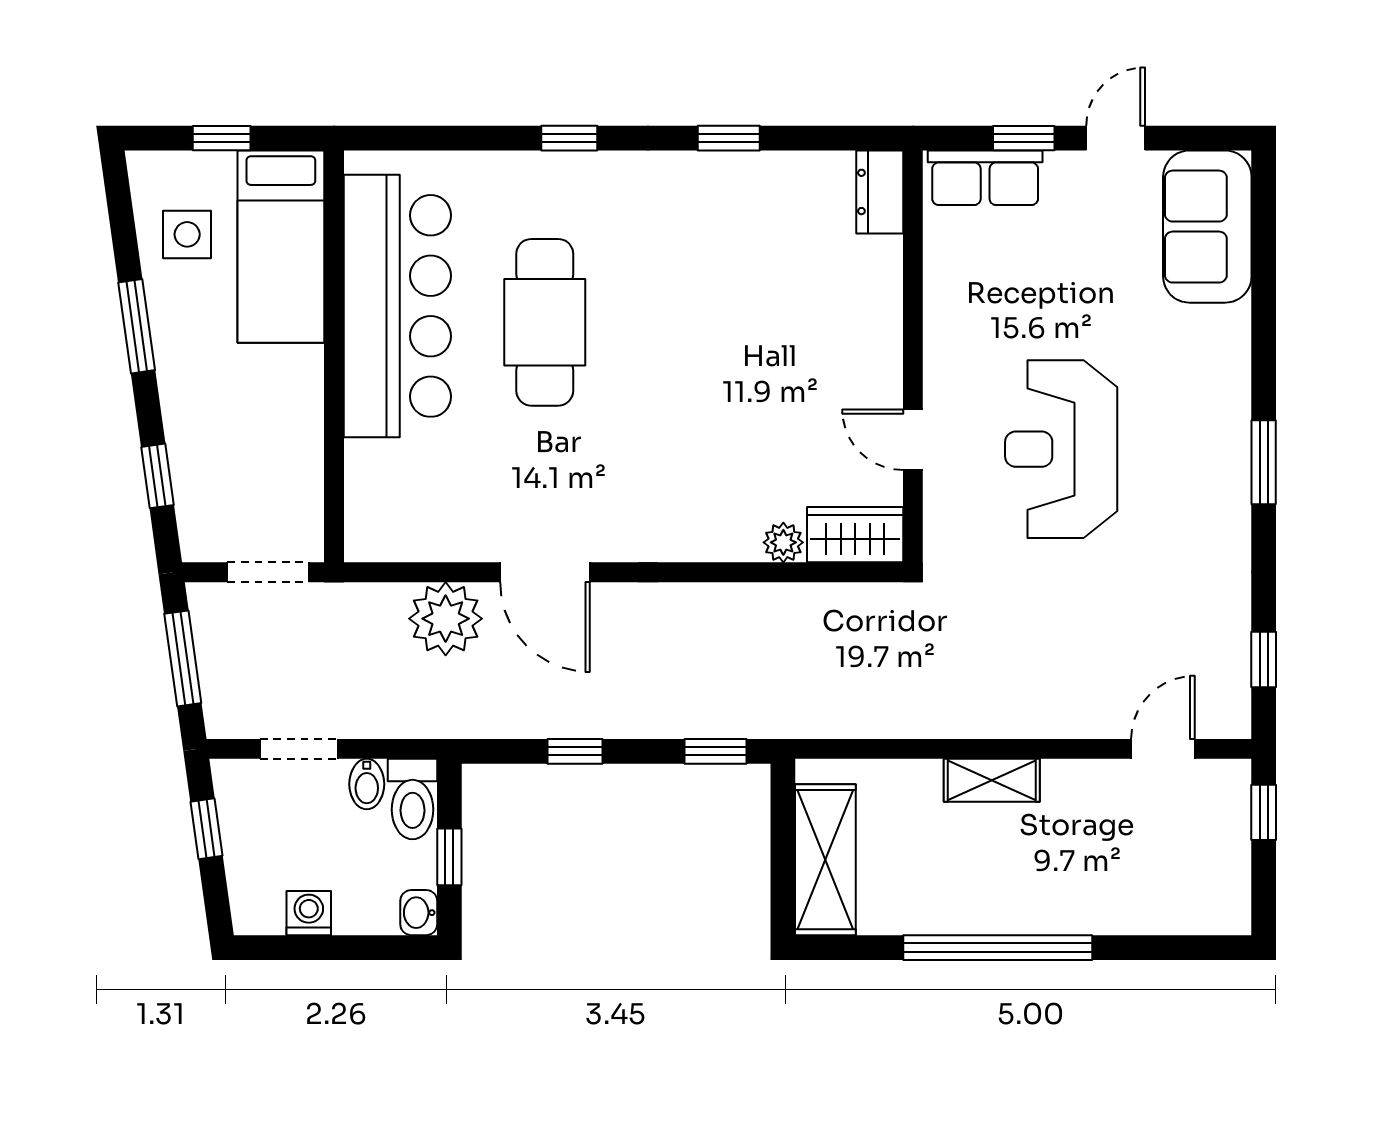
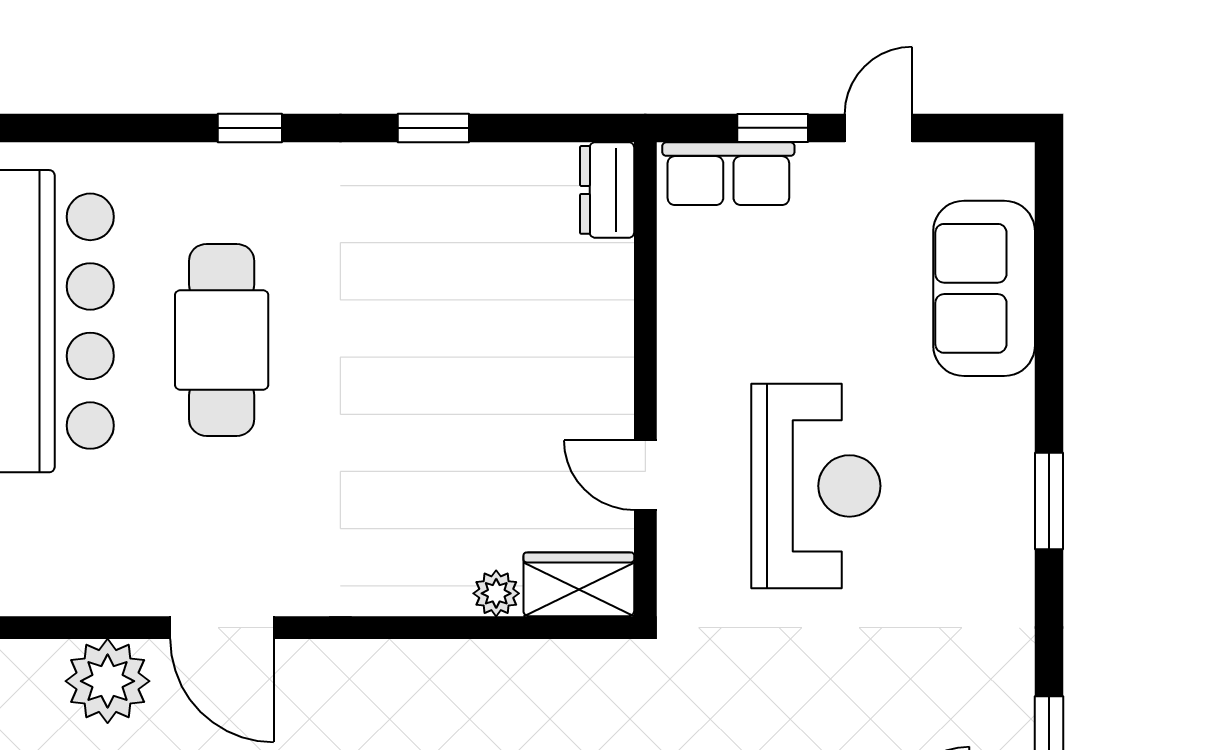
sofa: (1207, 227) -> (984, 288), moved
reception desk: (1061, 449) -> (816, 486), turned 180

